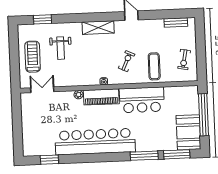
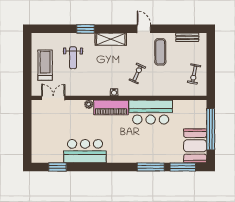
window: (43, 19) -> (85, 29), moved
exercise mat: (154, 66) -> (160, 52), moved
bar counter: (95, 142) -> (85, 151), width x0.54

